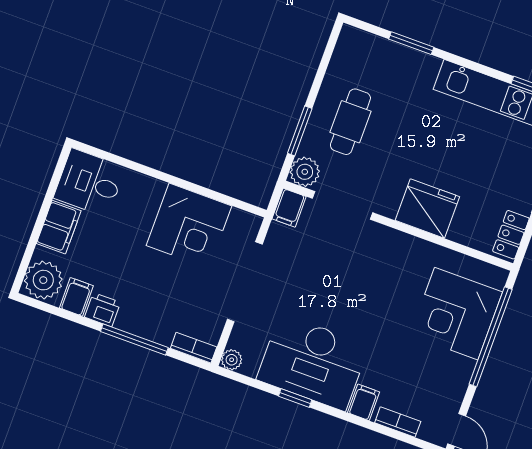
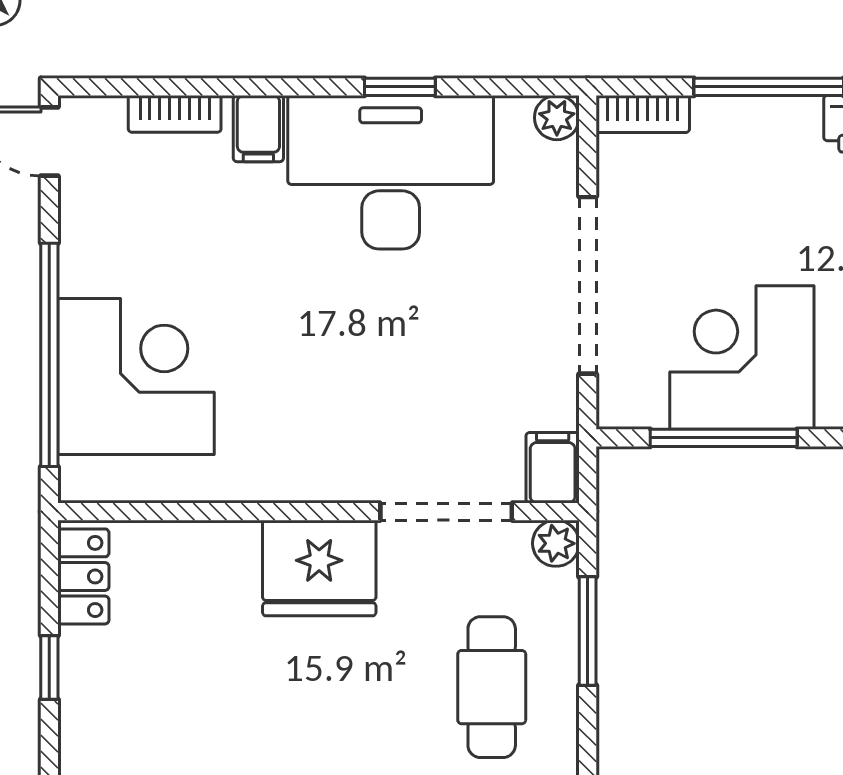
plant: (305, 172) -> (556, 543), width x0.73, depth x0.73
window: (210, 194) -> (724, 438), added
fridge: (427, 209) -> (319, 568), moved

